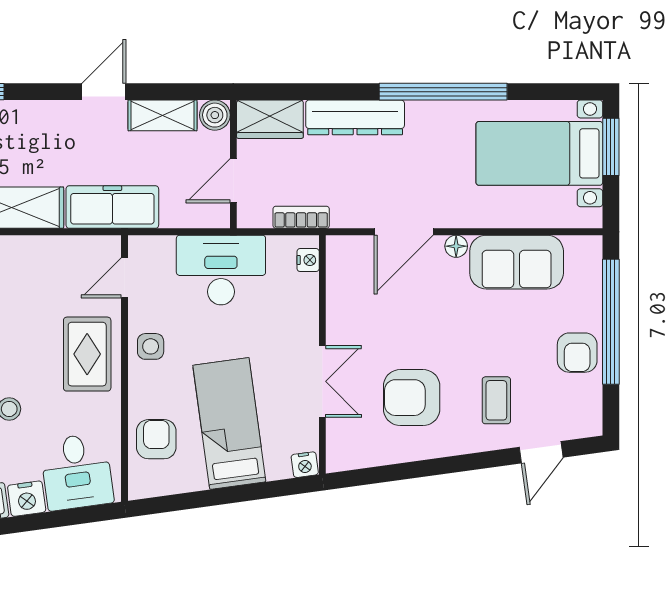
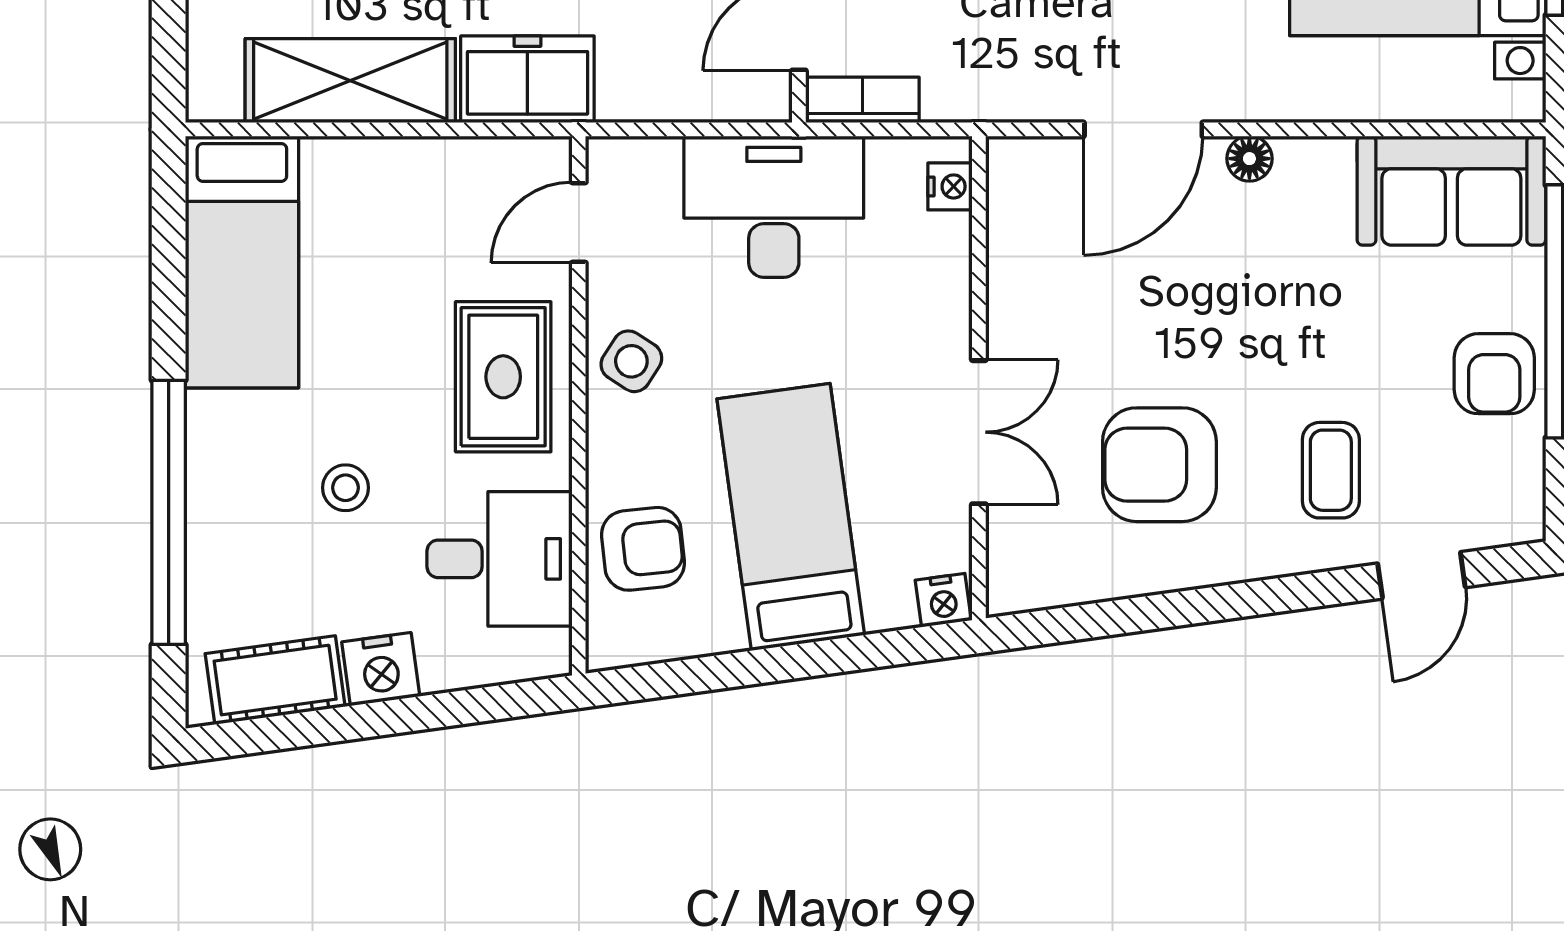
freezer: (112, 207) -> (527, 79), width x0.71
bookcase: (301, 217) -> (862, 100), moved
sofa: (517, 262) -> (1451, 191), moved
side table: (151, 346) -> (631, 361), turned 33
armchair: (156, 439) -> (643, 549), turned 84
desk: (77, 472) -> (500, 559), moved, turned -82

